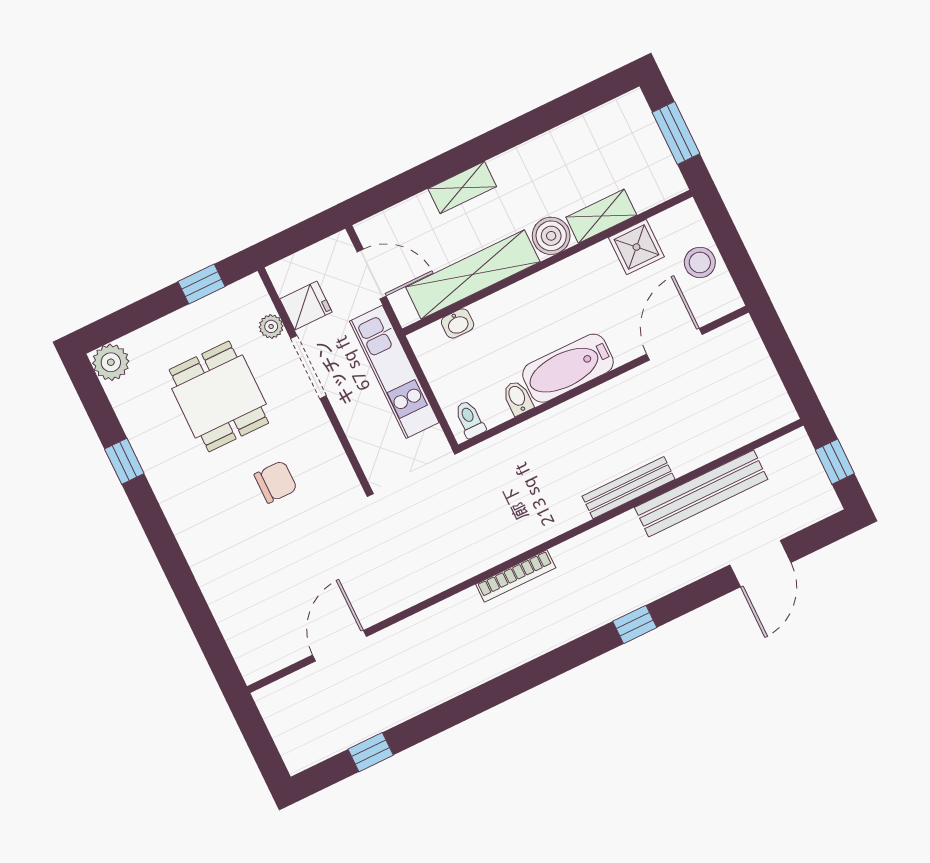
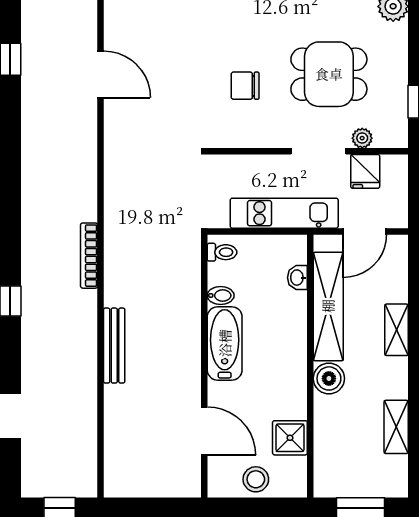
shelving: (601, 216) -> (396, 427), moved
chair: (276, 482) -> (245, 86), turned 90
bench: (701, 493) -> (84, 397), removed
bookcase: (516, 576) -> (89, 256), moved

